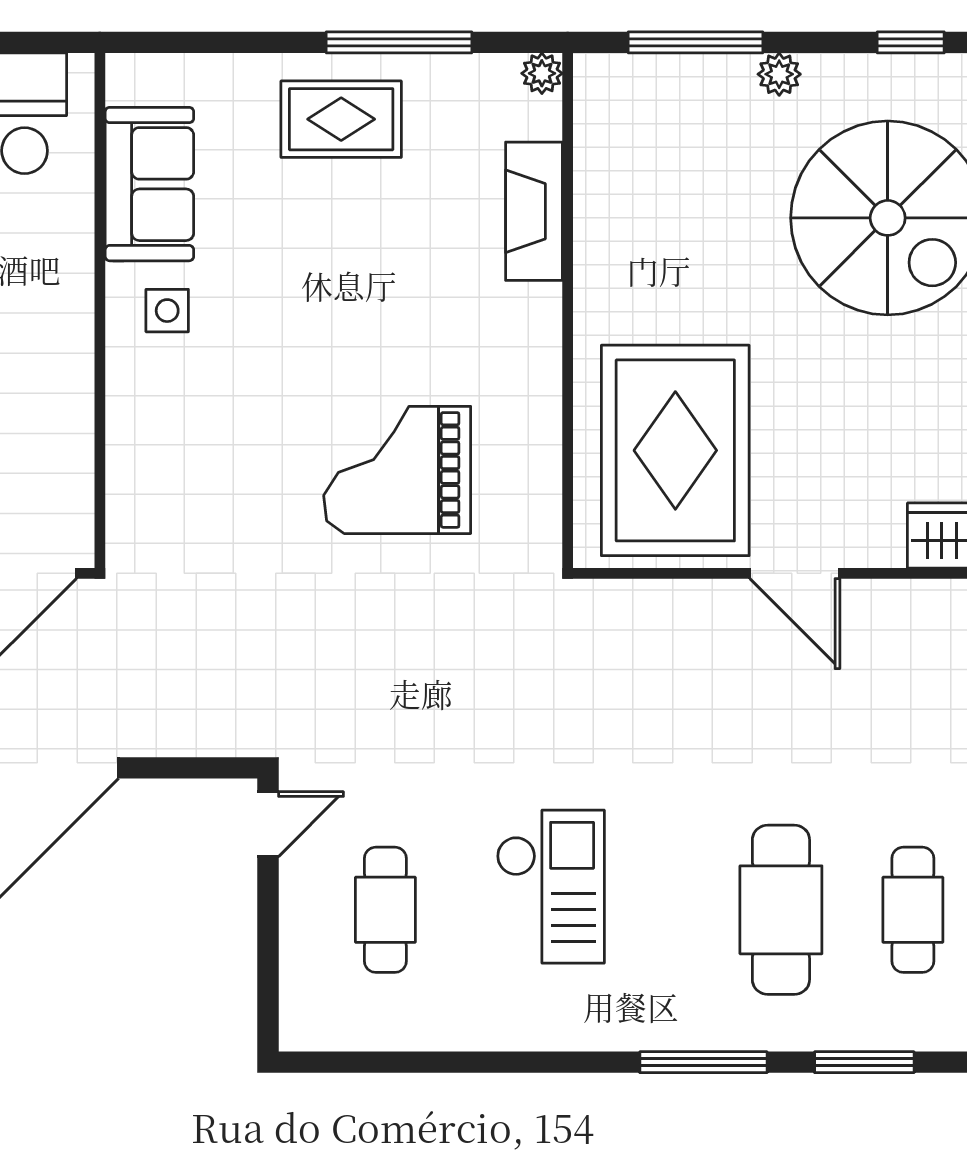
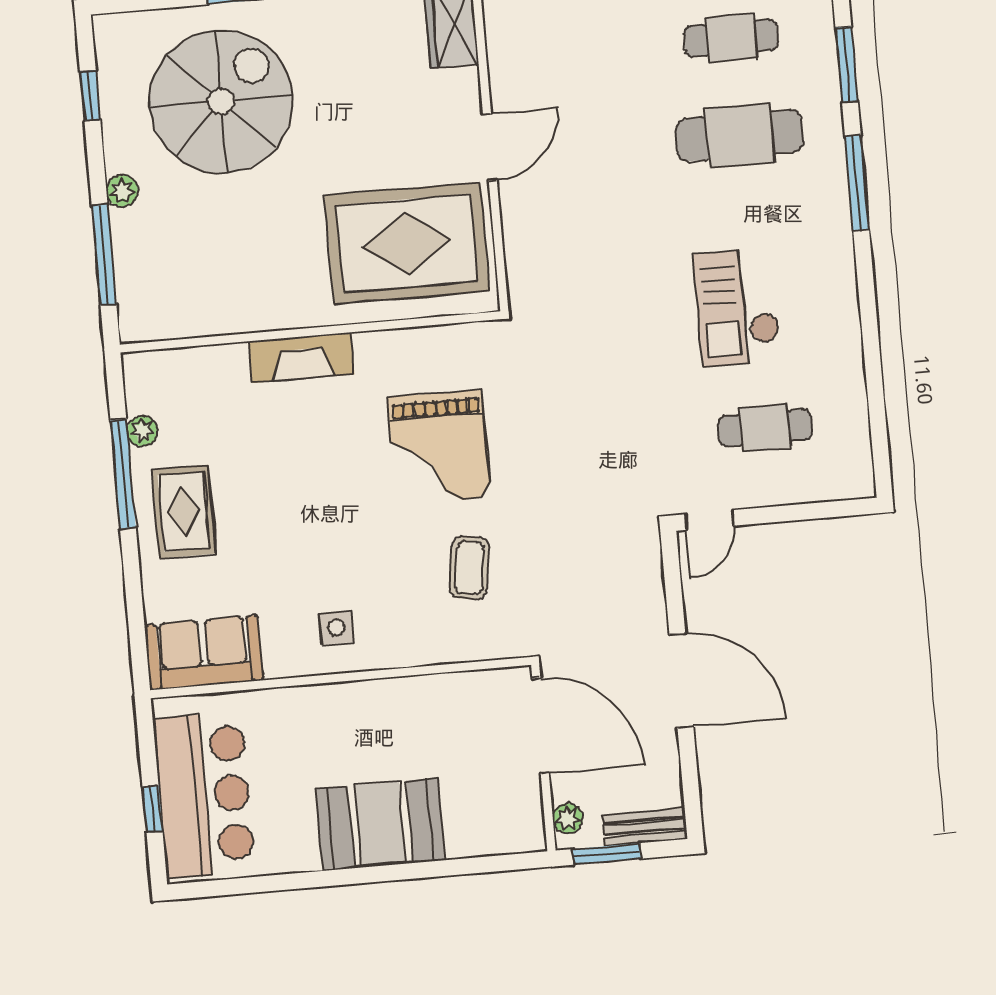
plant: (542, 73) -> (142, 431), moved
sofa: (149, 184) -> (204, 653), moved
fireplace: (534, 211) -> (302, 358), moved
coffee table: (232, 496) -> (469, 568), added
door: (268, 824) -> (709, 520), swing flipped
checkout: (551, 887) -> (737, 307), turned -90

